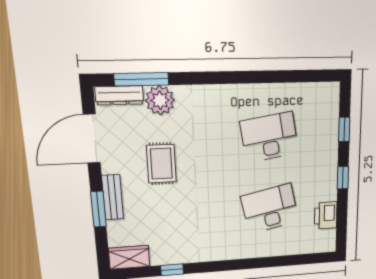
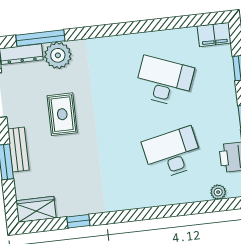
filing cabinet: (324, 93) -> (214, 35), added
desk: (269, 137) -> (164, 81), turned 30
plant: (309, 247) -> (218, 192), added

